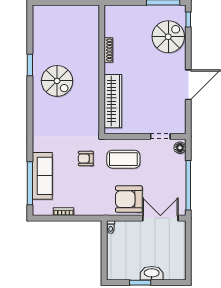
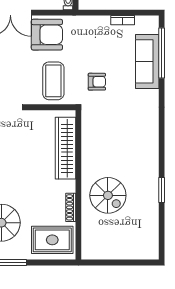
rug: (124, 22) -> (52, 240), added
spiral stairs: (57, 81) -> (108, 195), moved, turned 180
coffee table: (123, 159) -> (53, 81), turned 90

